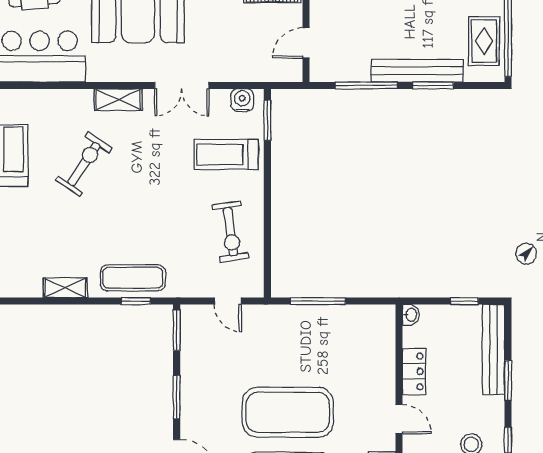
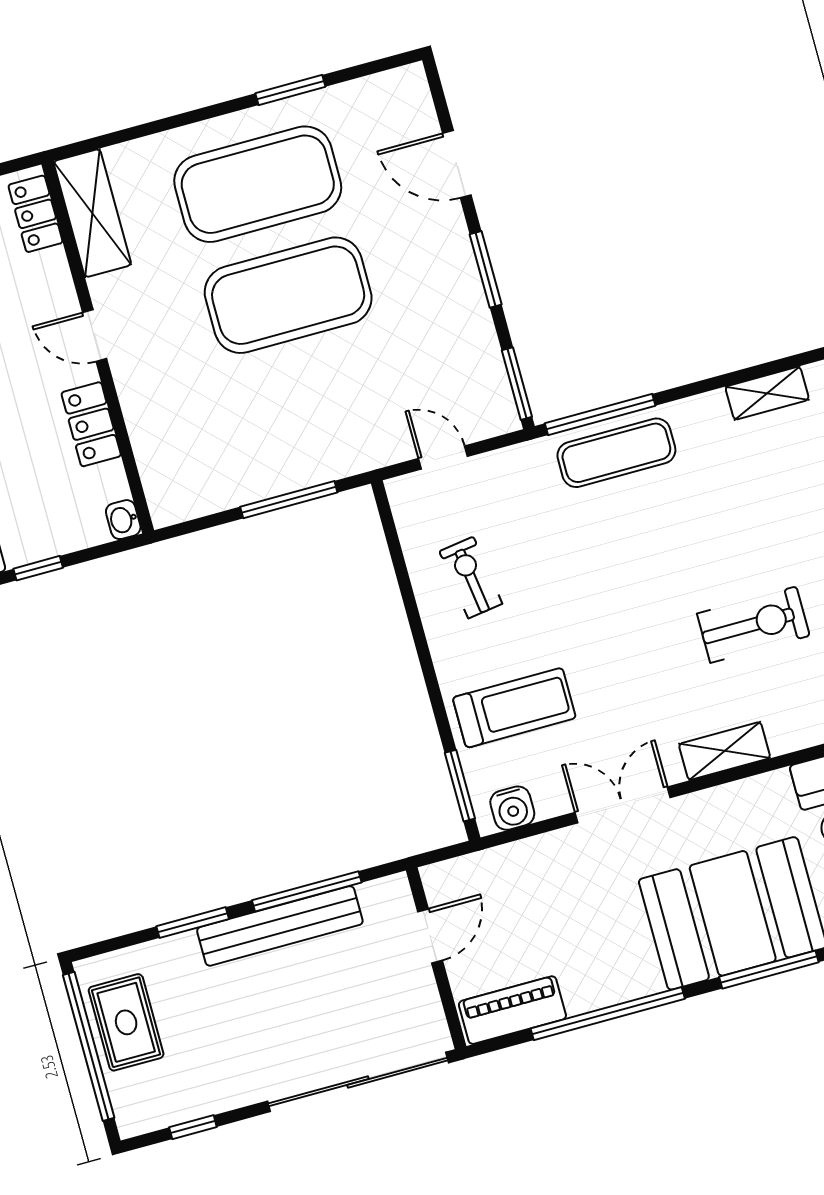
bench: (417, 71) -> (280, 926), moved
exercise bike: (84, 164) -> (753, 625), turned -124
exercise bike: (230, 232) -> (471, 578), width x0.73, depth x0.72
shelving: (65, 288) -> (767, 393), moved
window: (136, 301) -> (600, 414), width x2.17

